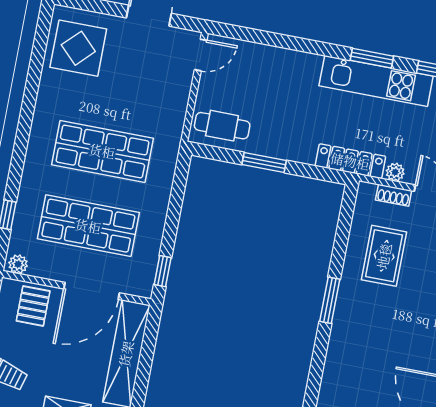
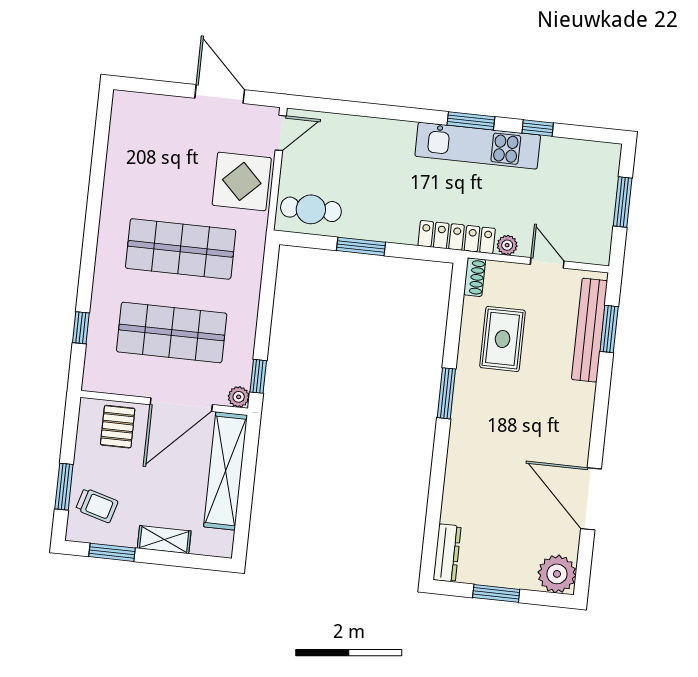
display table: (78, 48) -> (242, 181), moved
shoe rack: (394, 195) -> (475, 277), moved, turned -90
plant: (18, 264) -> (239, 397), moved

